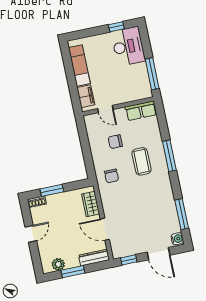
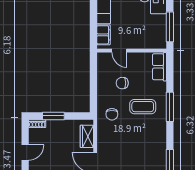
row of seats: (141, 111) -> (159, 67), moved, turned 90
coffee table: (142, 161) -> (143, 107), turned 90

